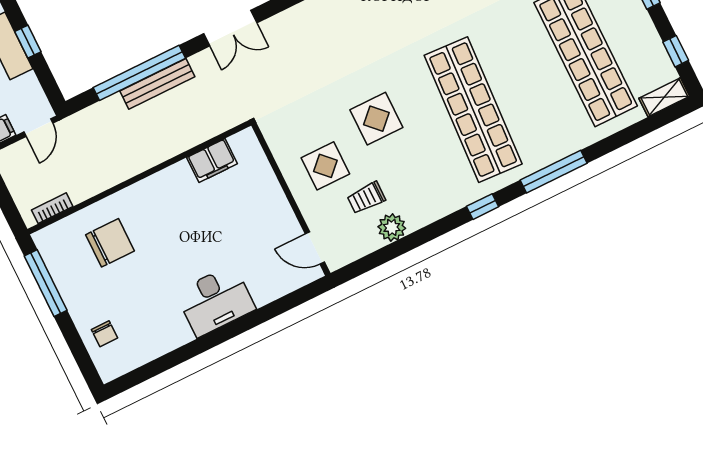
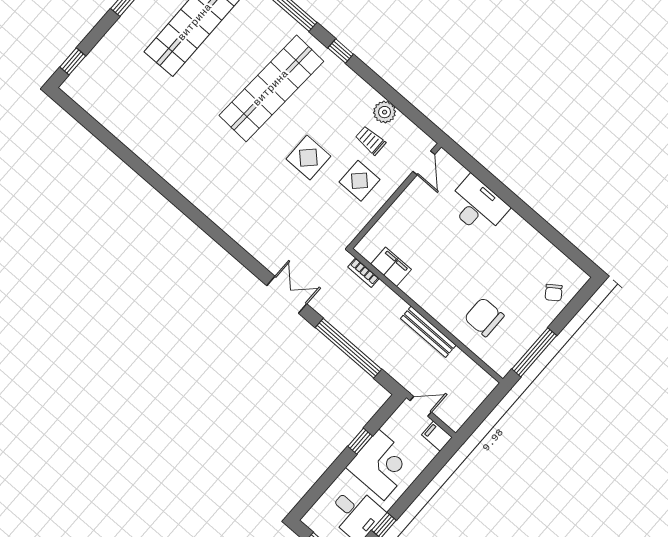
bench: (157, 84) -> (428, 332), moved
trolley: (366, 198) -> (370, 140), turned 180
bookcase: (52, 208) -> (363, 273), moved
desk: (215, 301) -> (477, 206), moved
chair: (104, 334) -> (554, 293), turned 144

